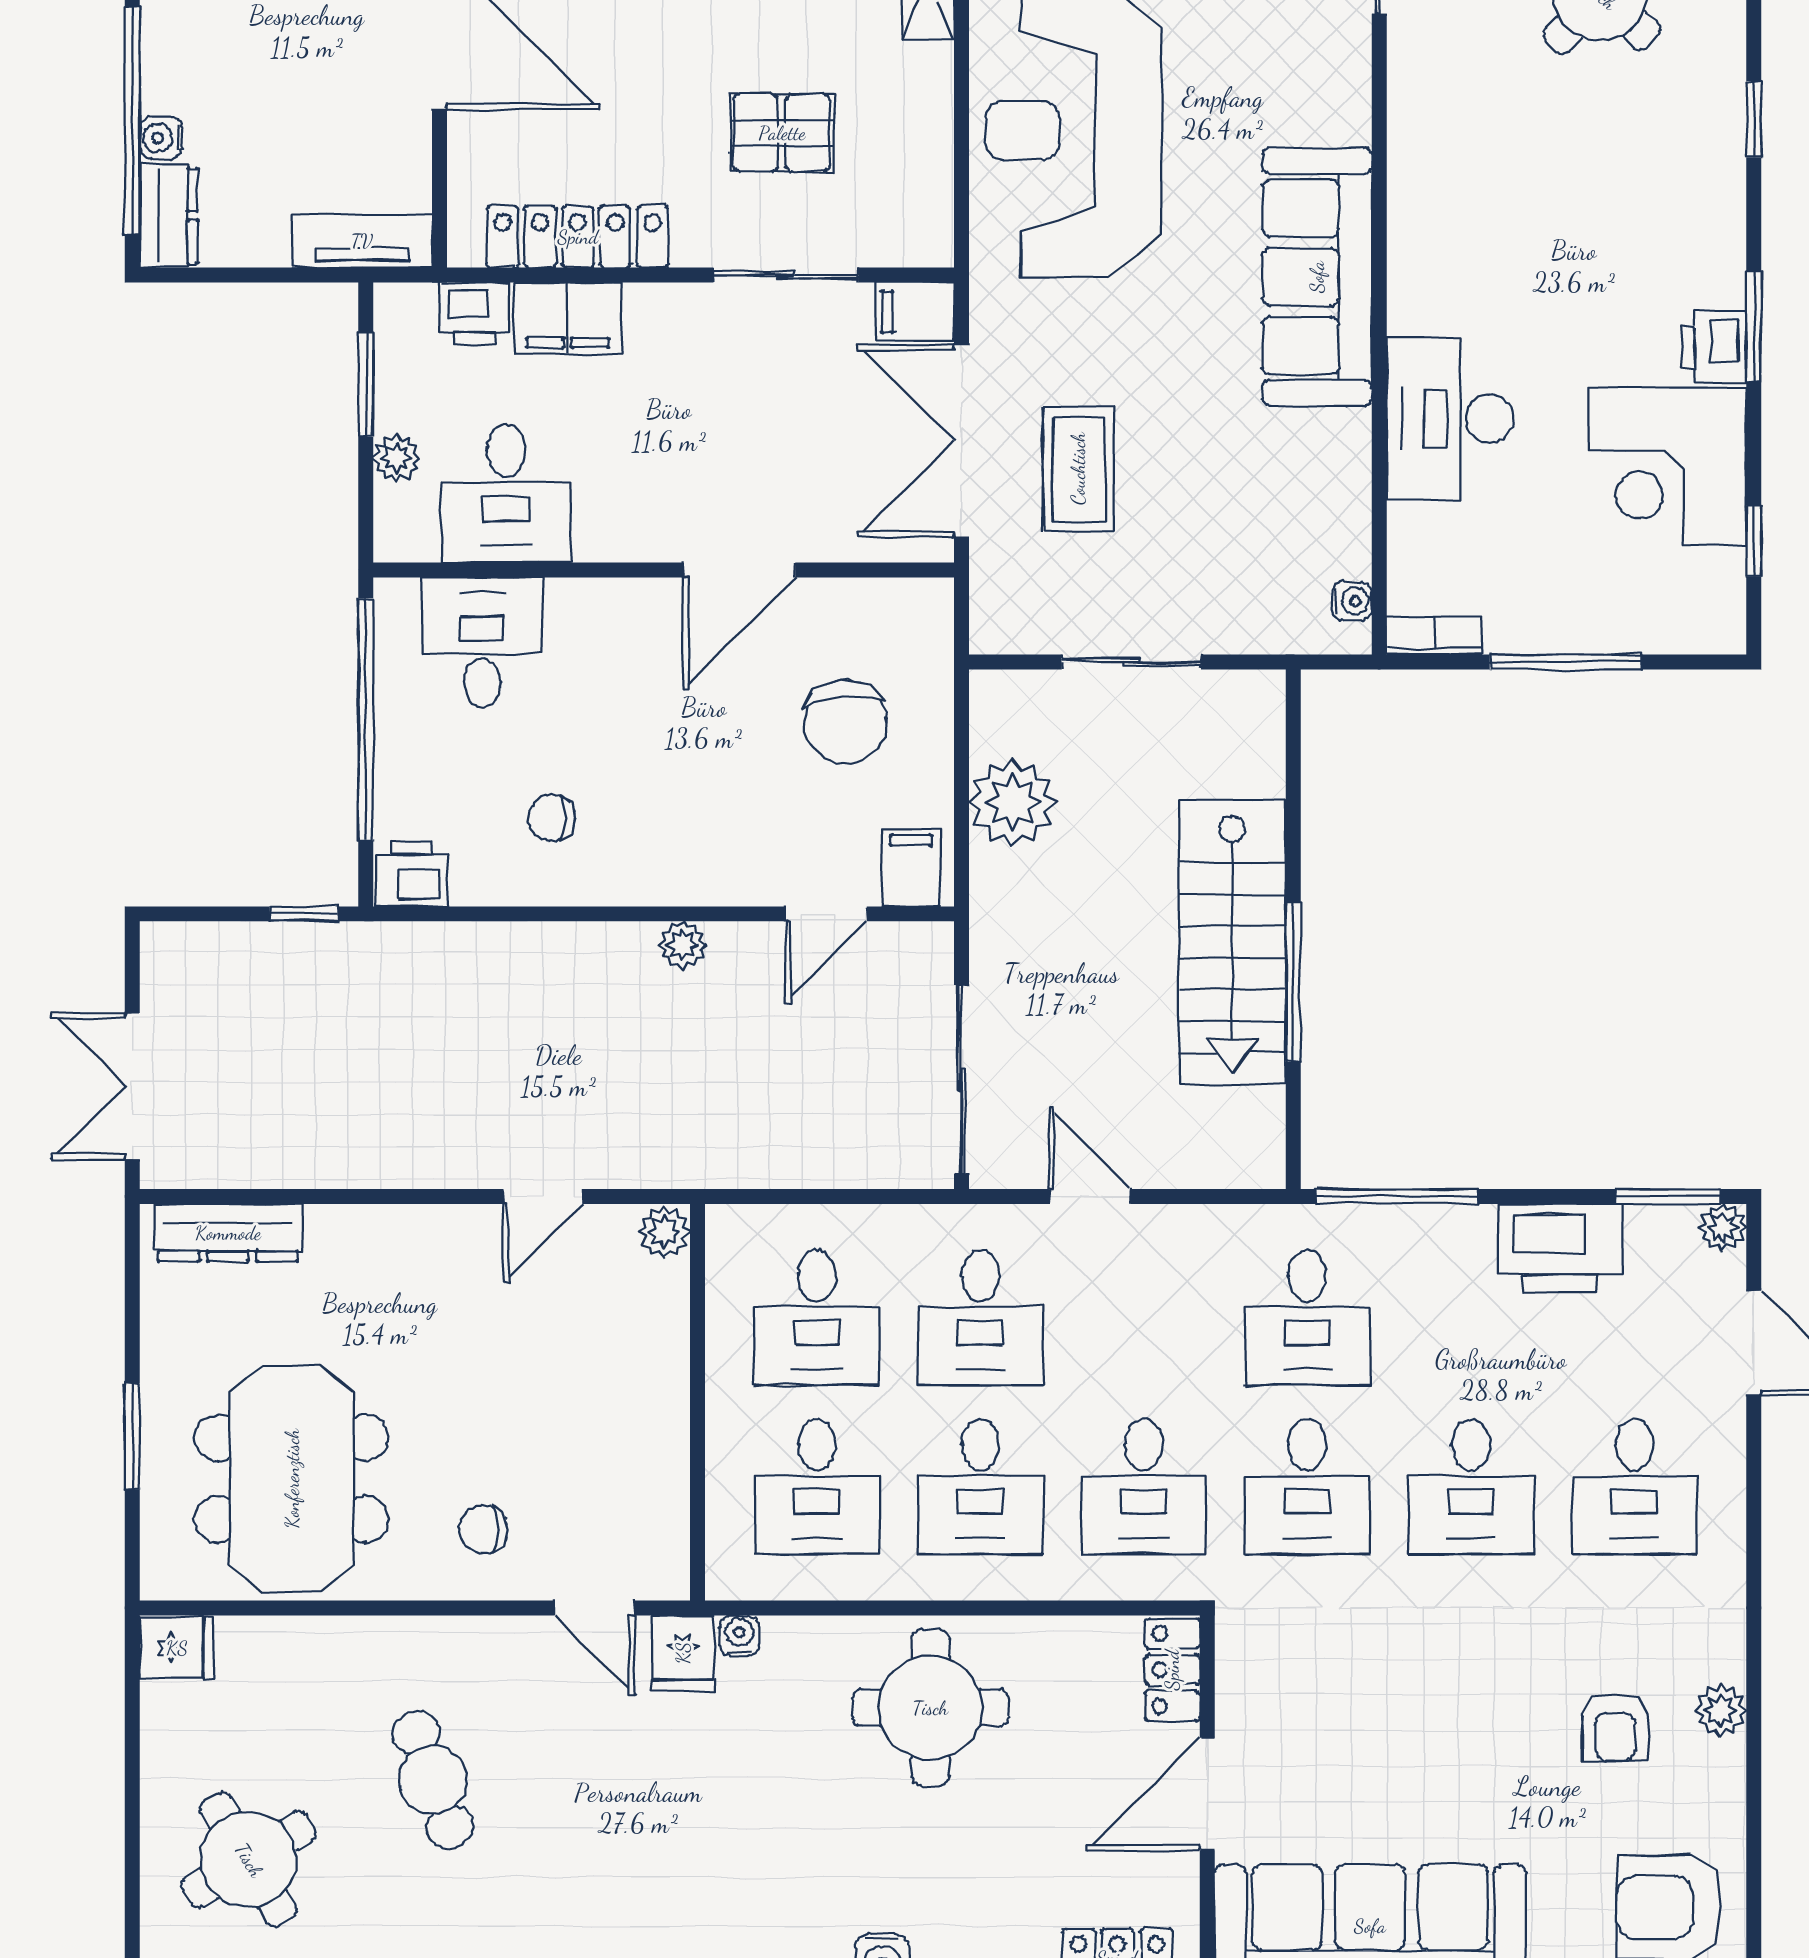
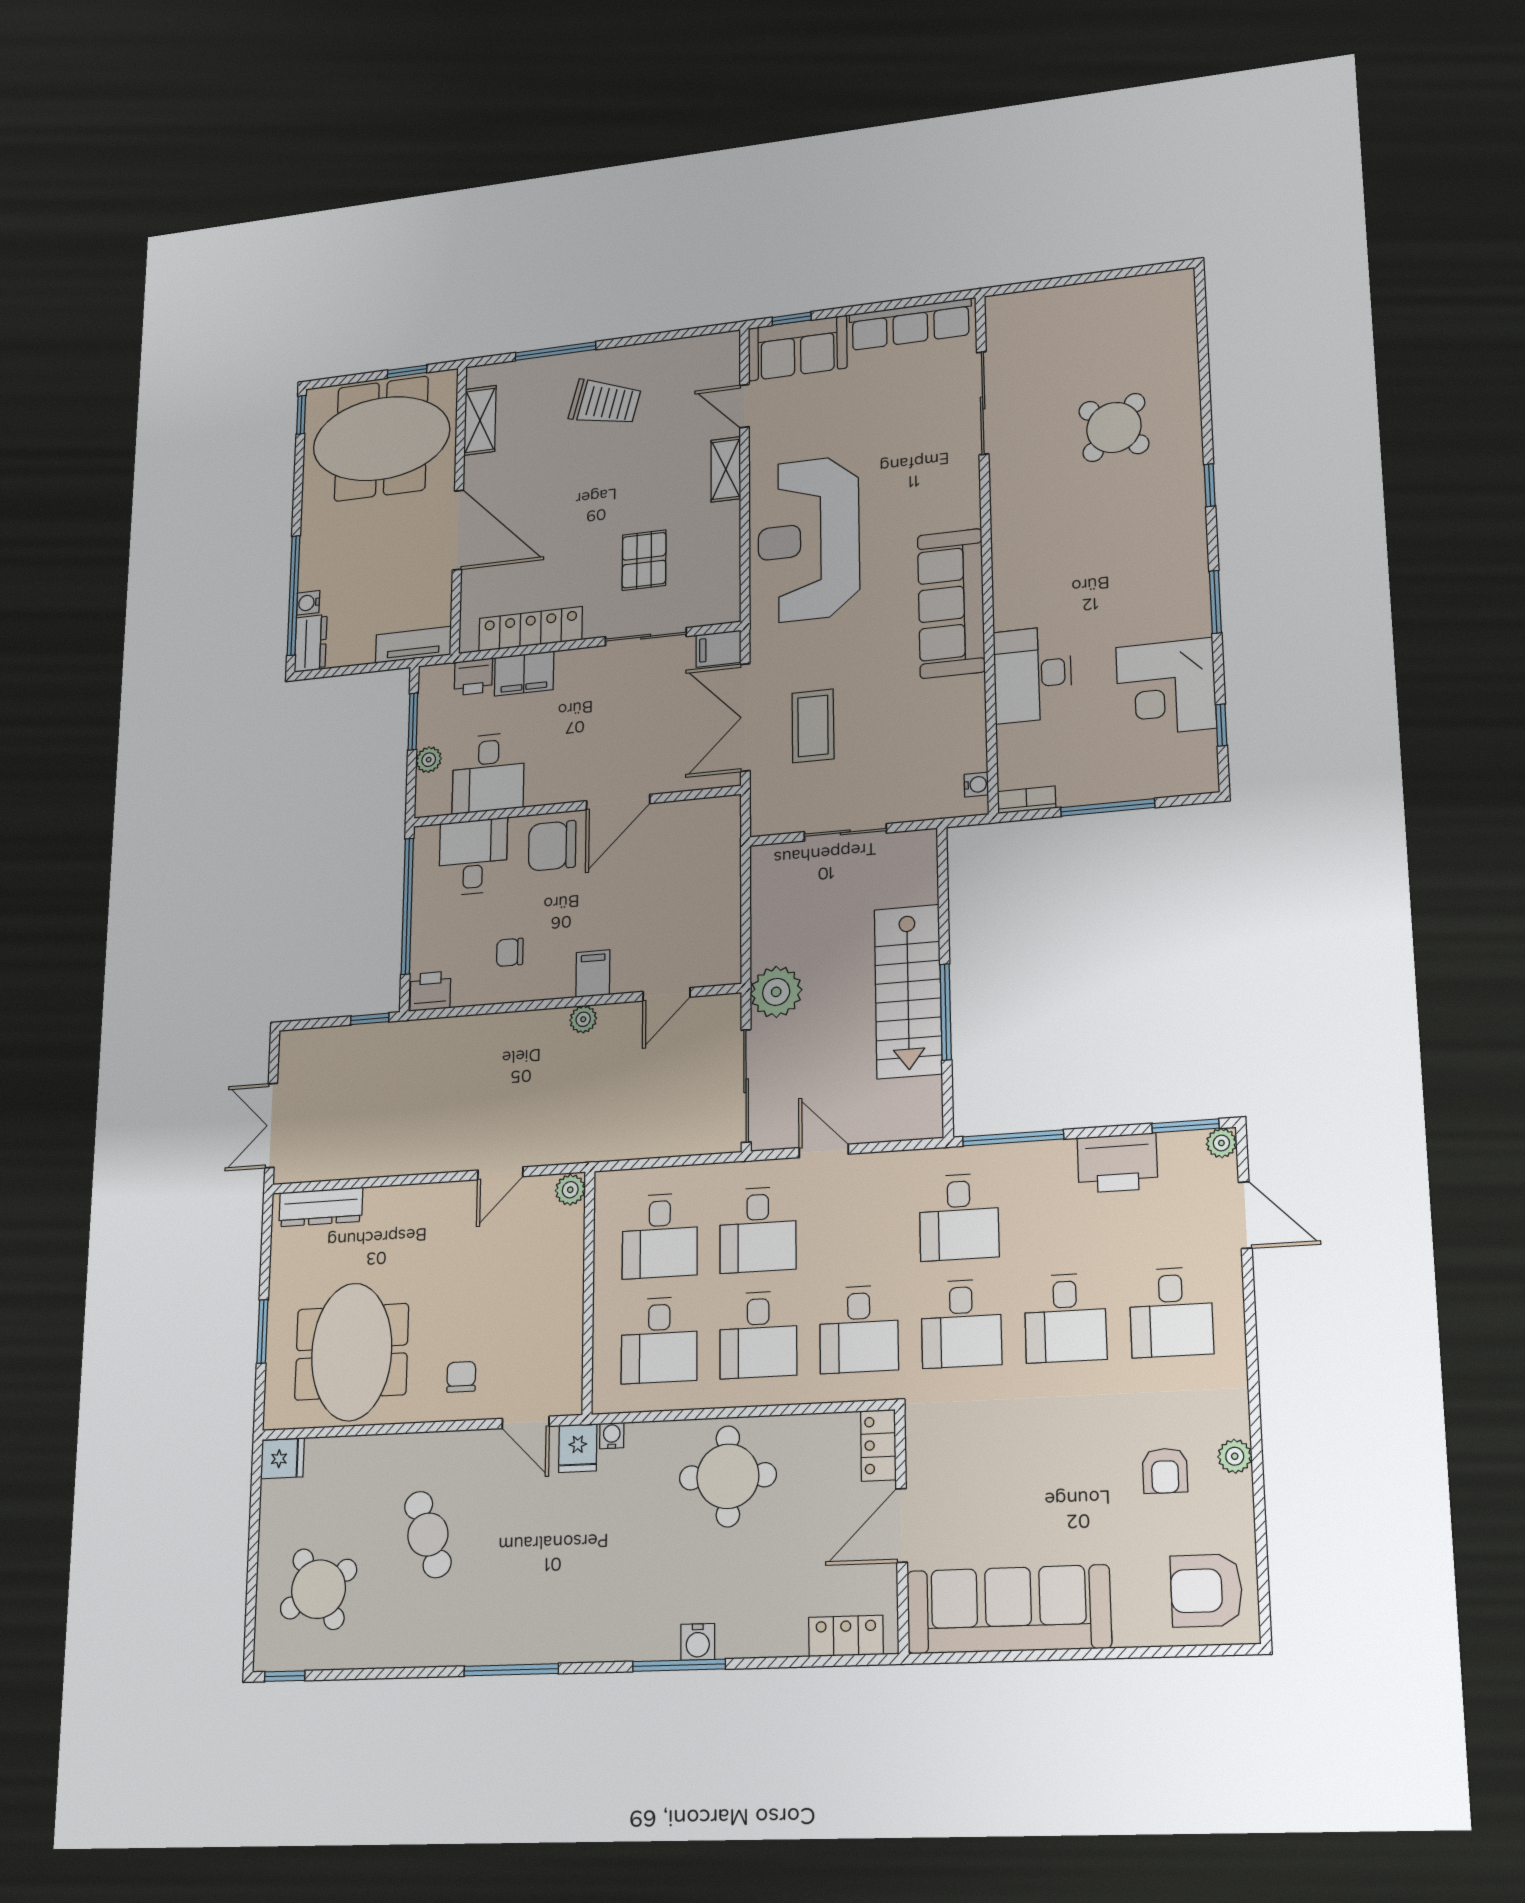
pallet: (782, 133) -> (644, 560), turned 90
printer: (1714, 347) -> (1192, 616), removed
chair: (845, 722) -> (552, 846), moved, turned 96
plant: (1013, 802) -> (776, 992), moved
filing cabinet: (911, 868) -> (593, 974), moved
chair: (483, 1529) -> (461, 1377), turned 90

